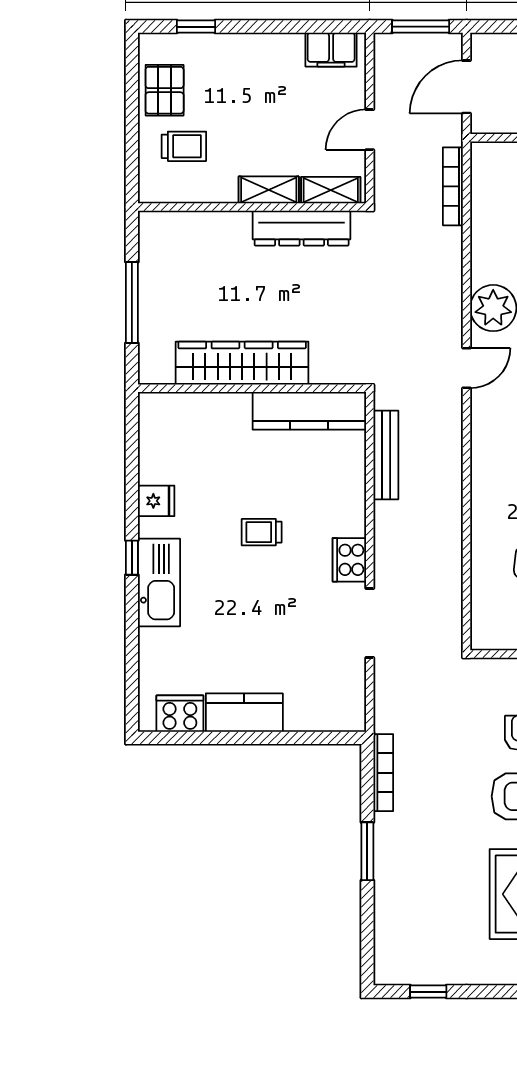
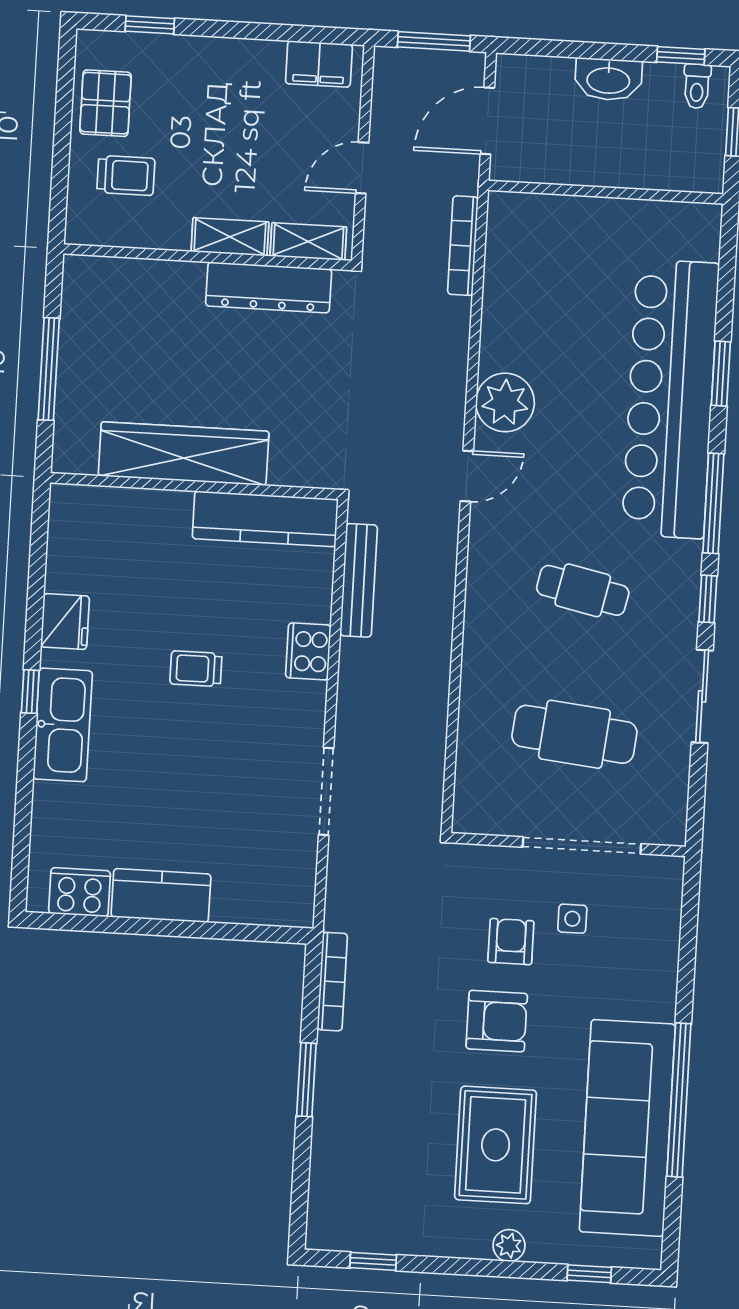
fridge: (156, 501) -> (65, 622), width x1.38
cooker: (349, 560) -> (308, 651), moved

